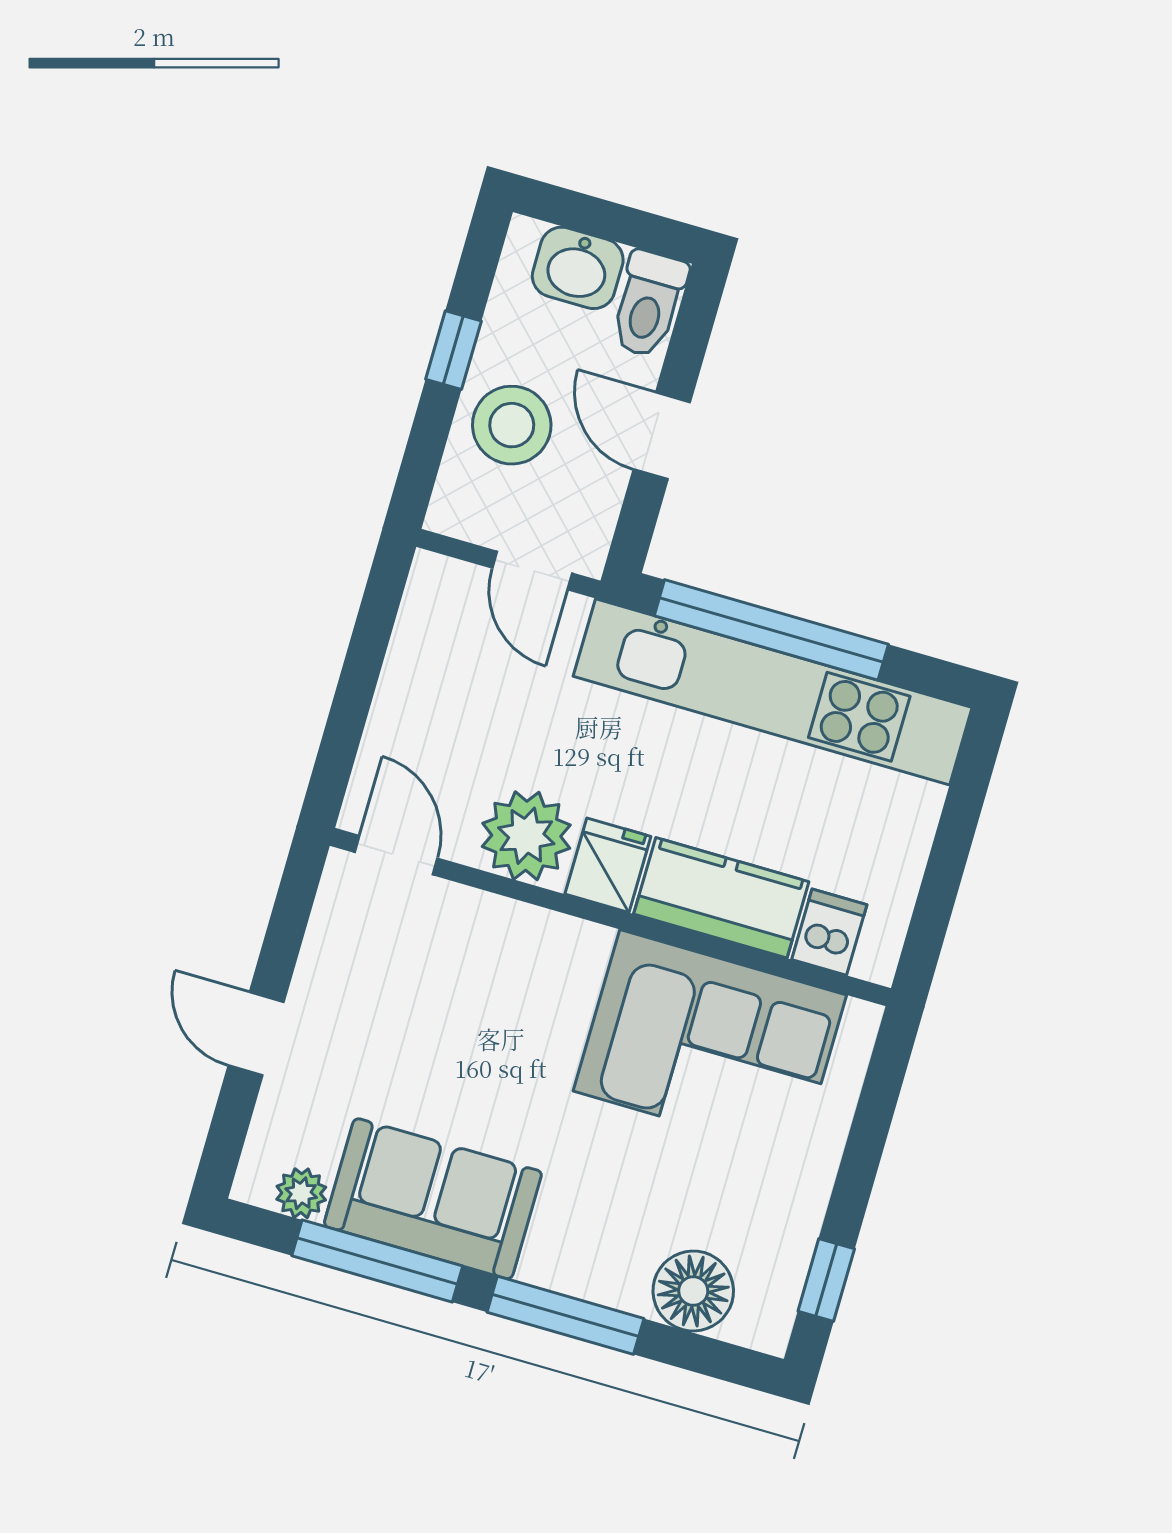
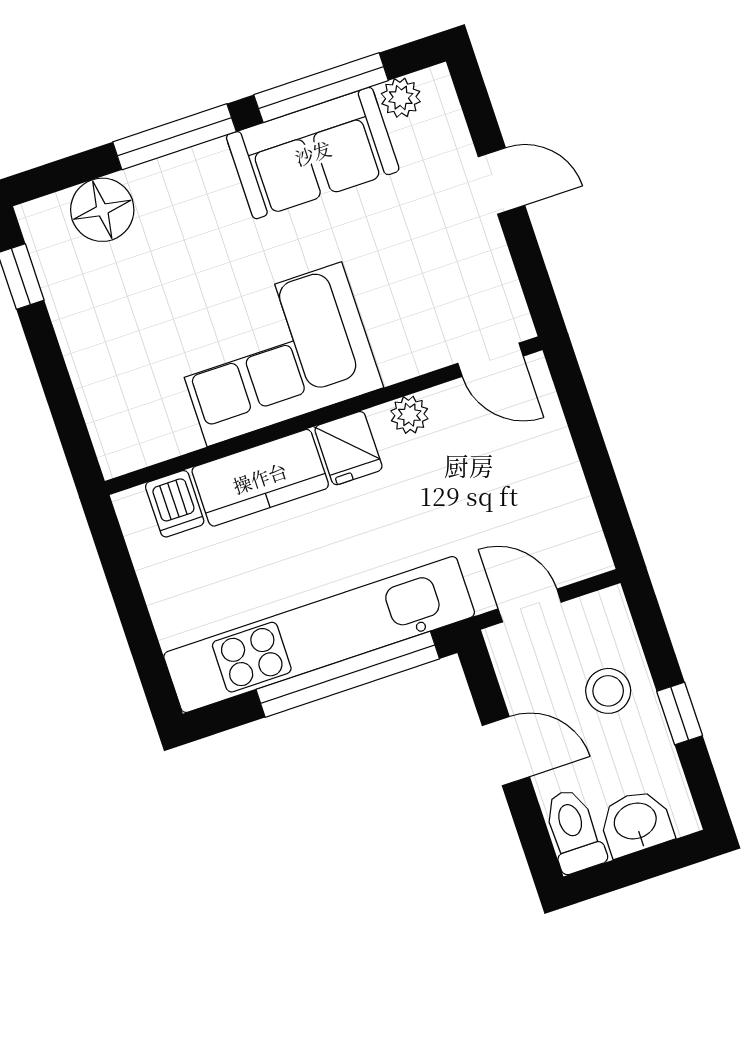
stool: (512, 425) -> (608, 691), width x0.73, depth x0.73
plant: (526, 836) -> (409, 415), width x0.53, depth x0.53
corner sofa: (710, 1043) -> (274, 354), moved

